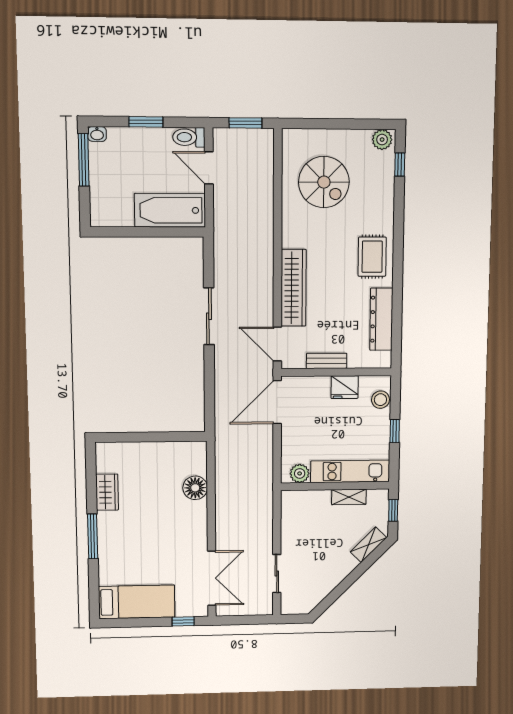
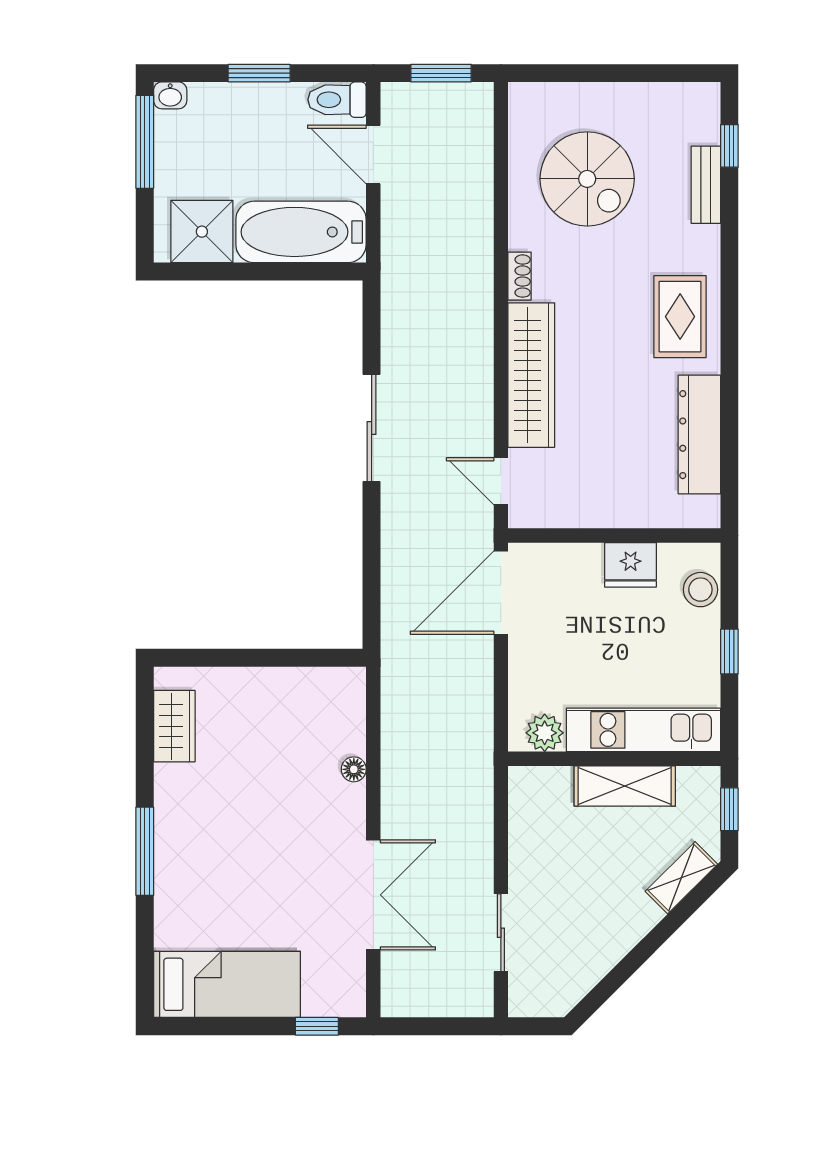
plant: (382, 140) -> (695, 101), removed
shower: (116, 210) -> (202, 232), added
shoe rack: (288, 235) -> (520, 276), added
door: (277, 344) -> (501, 481), width x0.73
bench: (327, 361) -> (706, 185), moved, turned 90
floor lamp: (195, 488) -> (354, 769), width x0.53, depth x0.53
wardrobe: (107, 492) -> (174, 726), moved
shelving: (349, 497) -> (625, 786), width x1.50, depth x1.33
double door: (212, 578) -> (373, 895), moved

